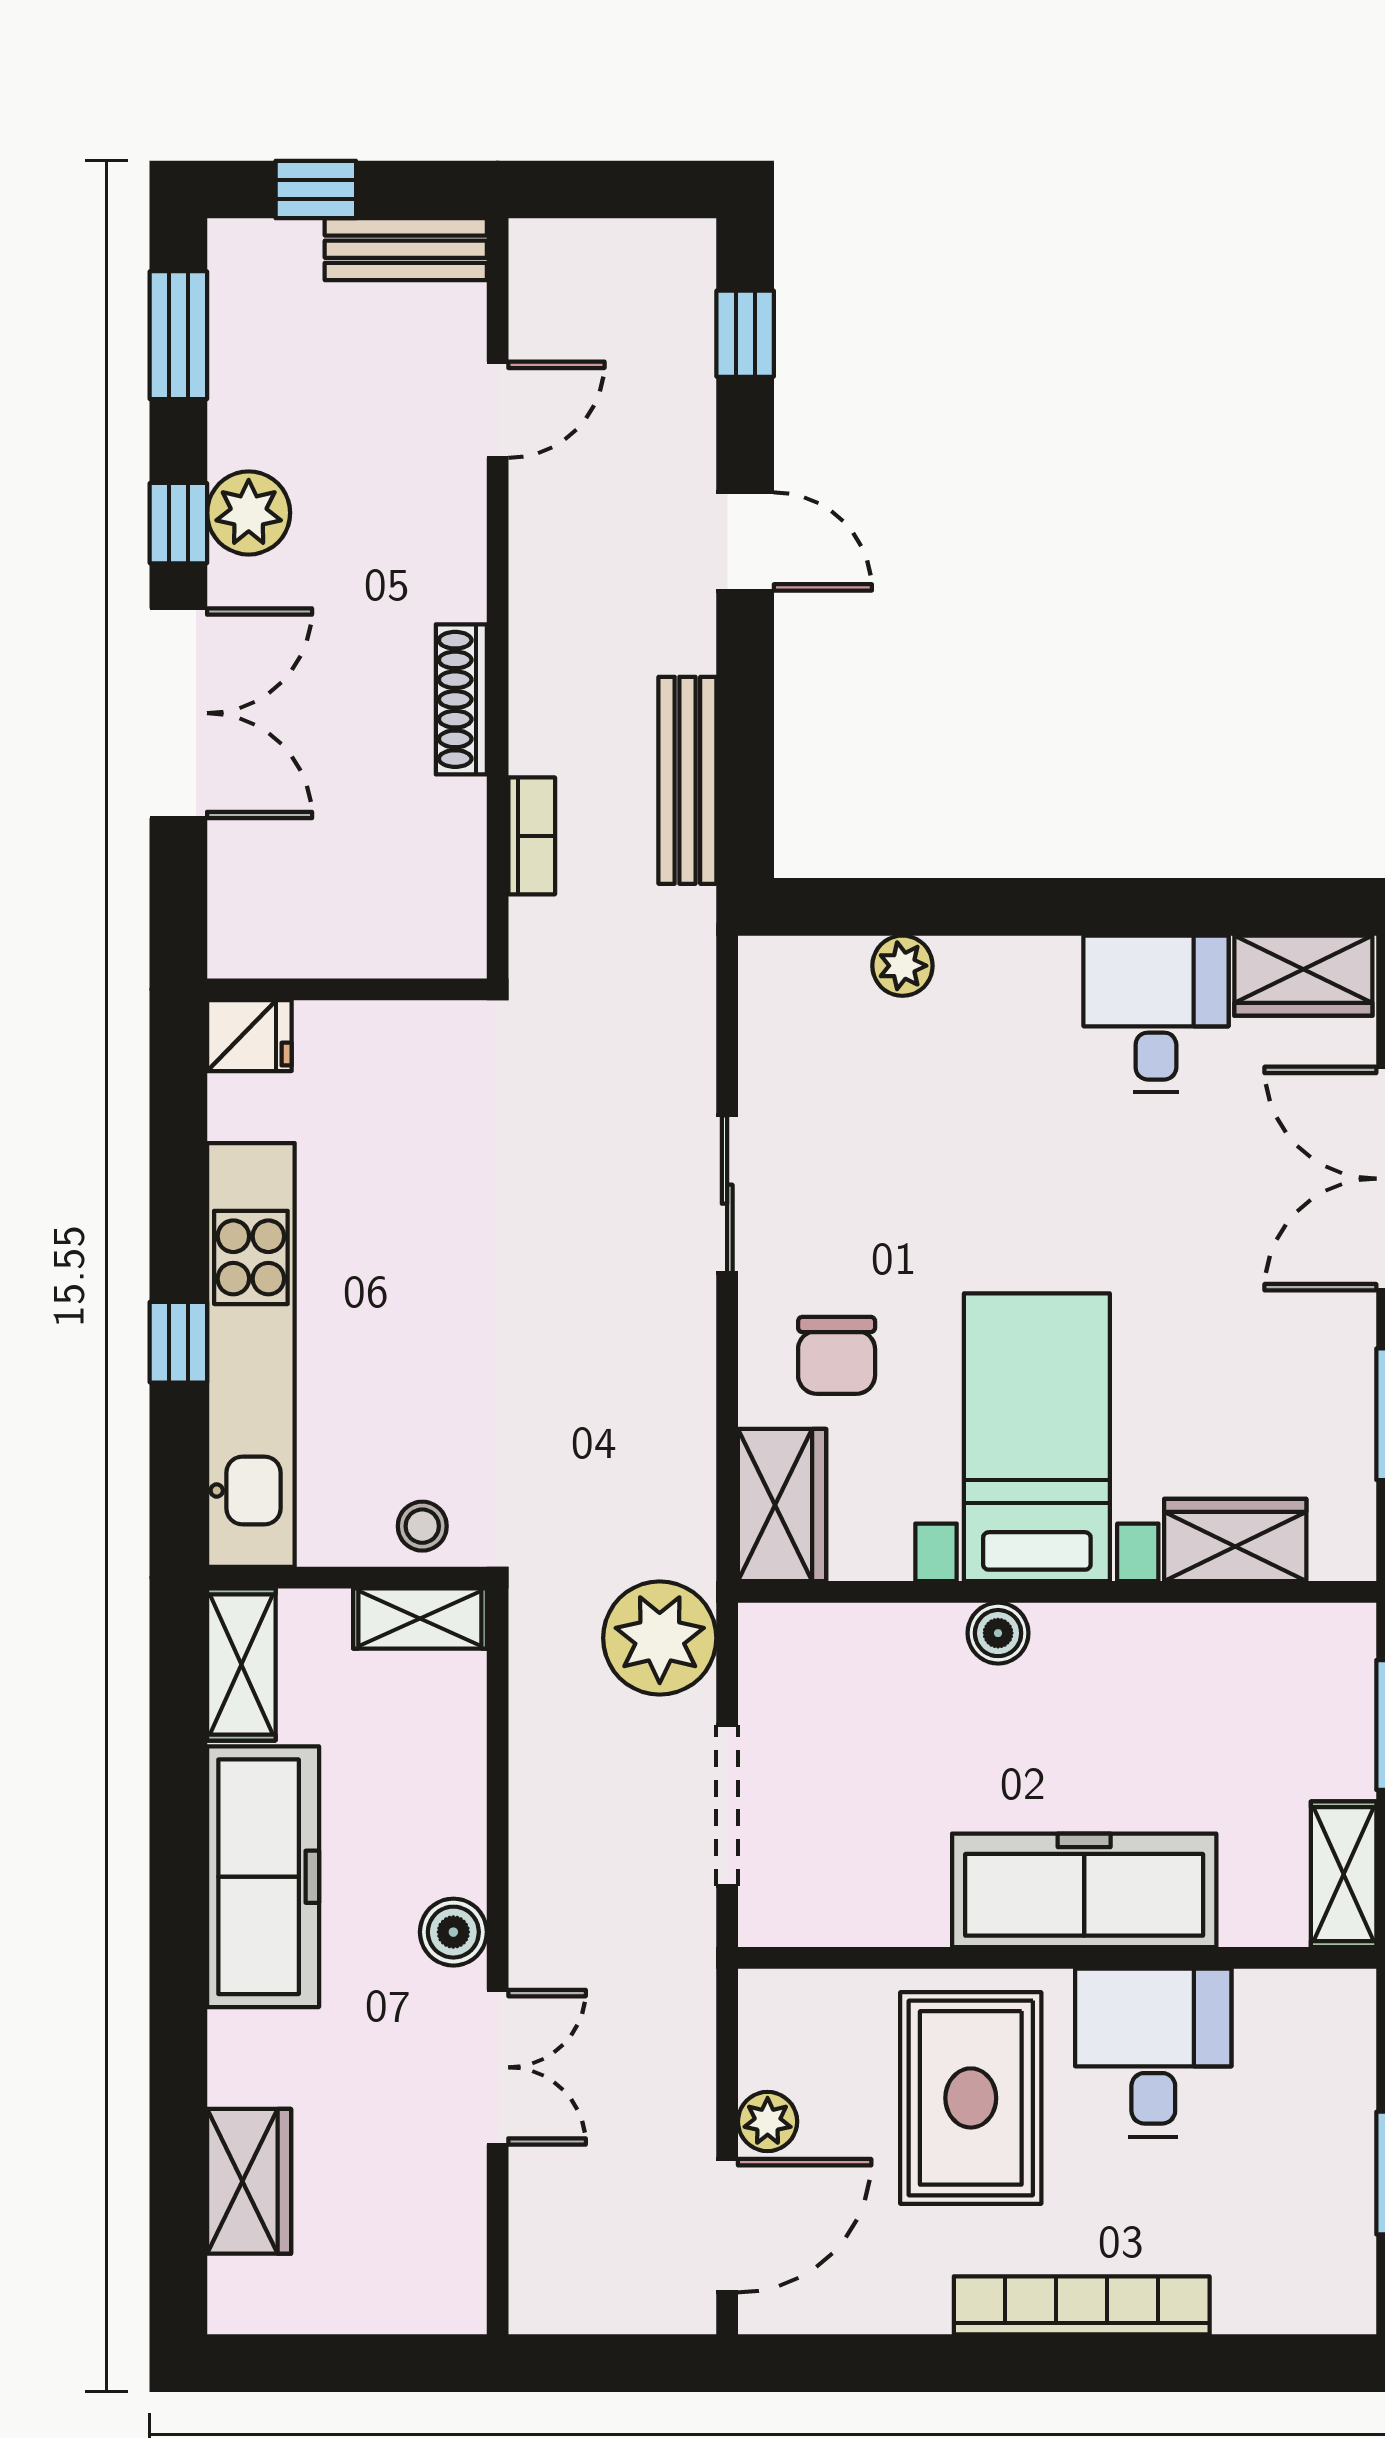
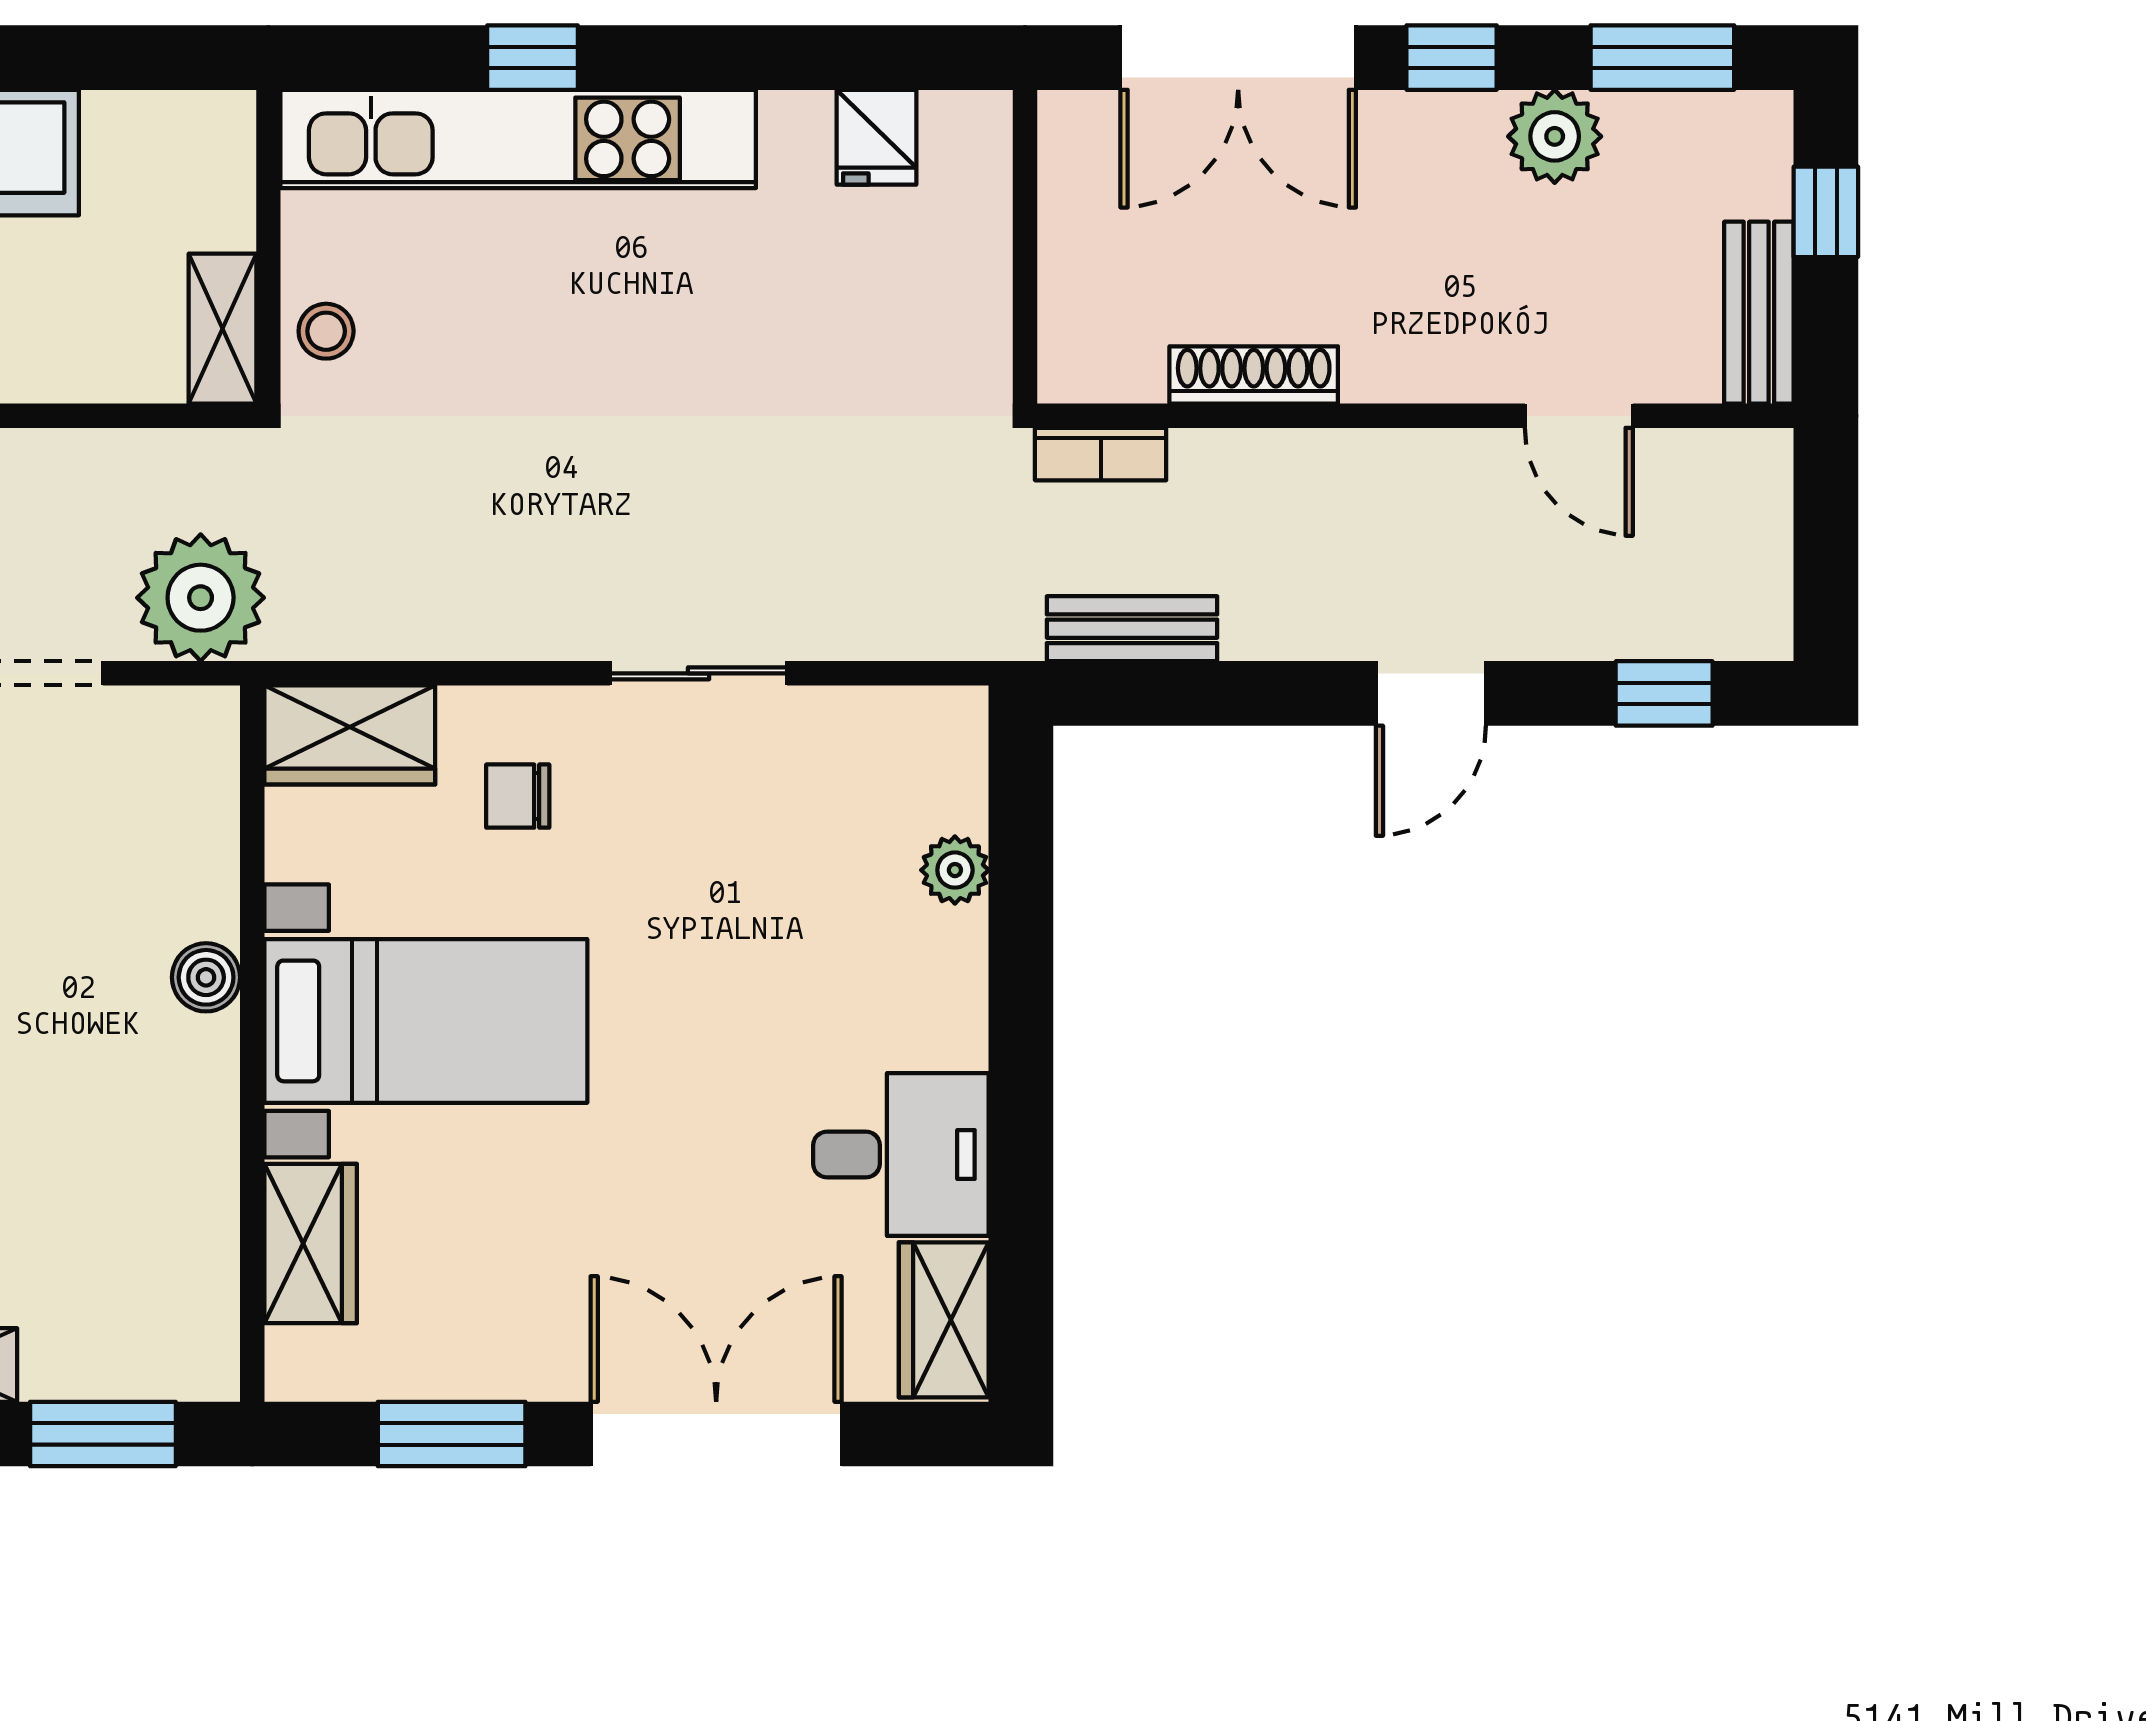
plant: (249, 513) -> (1555, 136), moved
bench: (687, 780) -> (1132, 629), width x0.73
wall: (347, 989) -> (1025, 247), moved
chair: (837, 1355) -> (518, 796), width x0.73, depth x0.73
shelving: (241, 1664) -> (171, 128), removed

